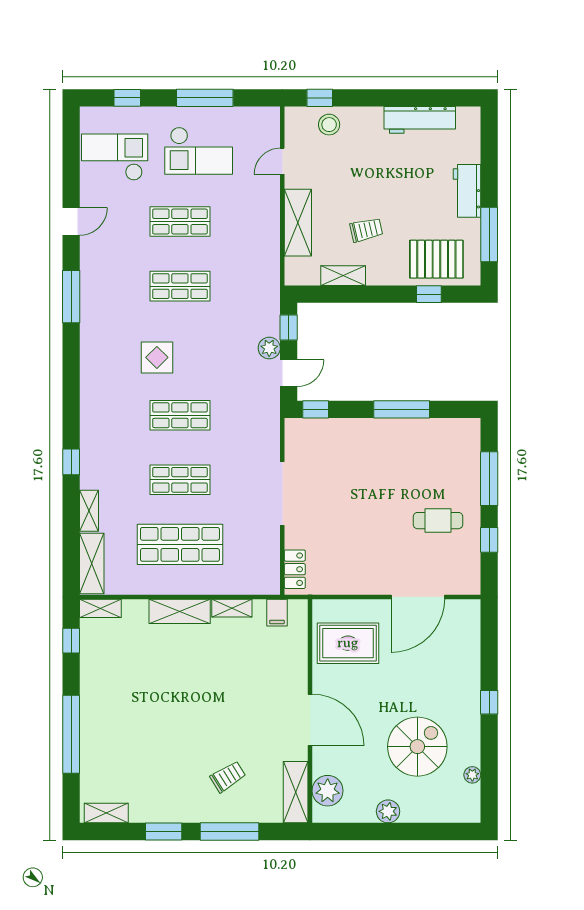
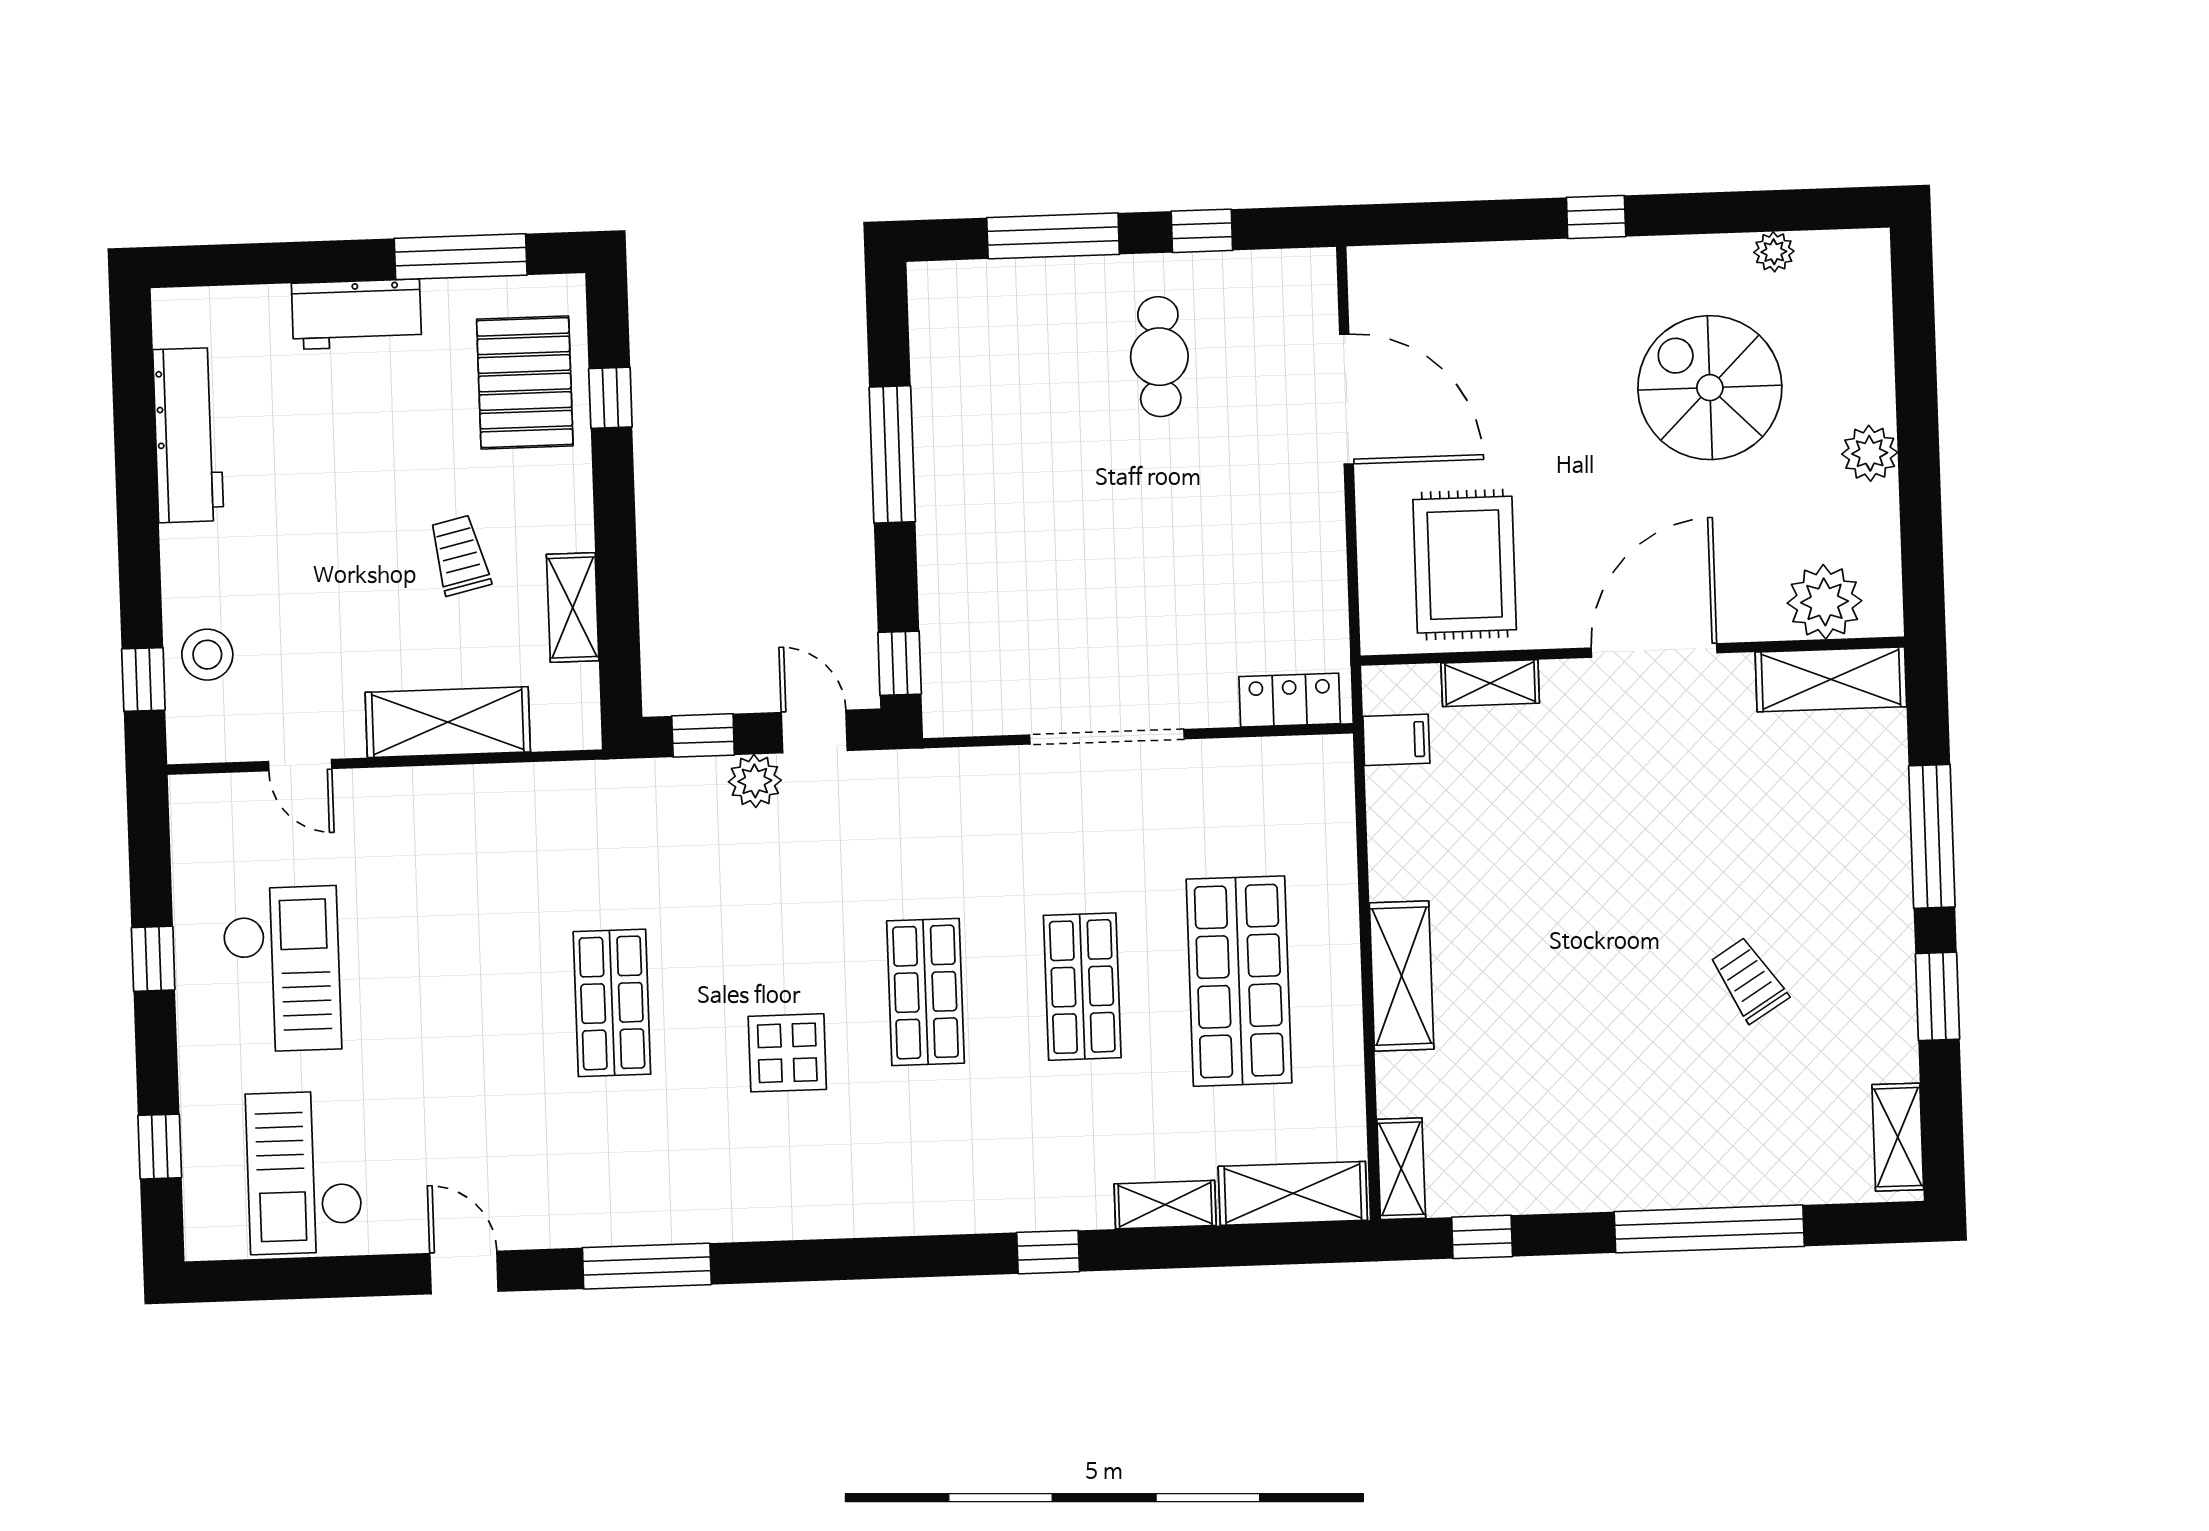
window: (205, 98) -> (153, 959), width x0.46
shop shelf: (180, 222) -> (455, 1008), removed
shelving: (232, 608) -> (1490, 683), moved, turned 90
trolley: (228, 777) -> (1749, 980), moved

